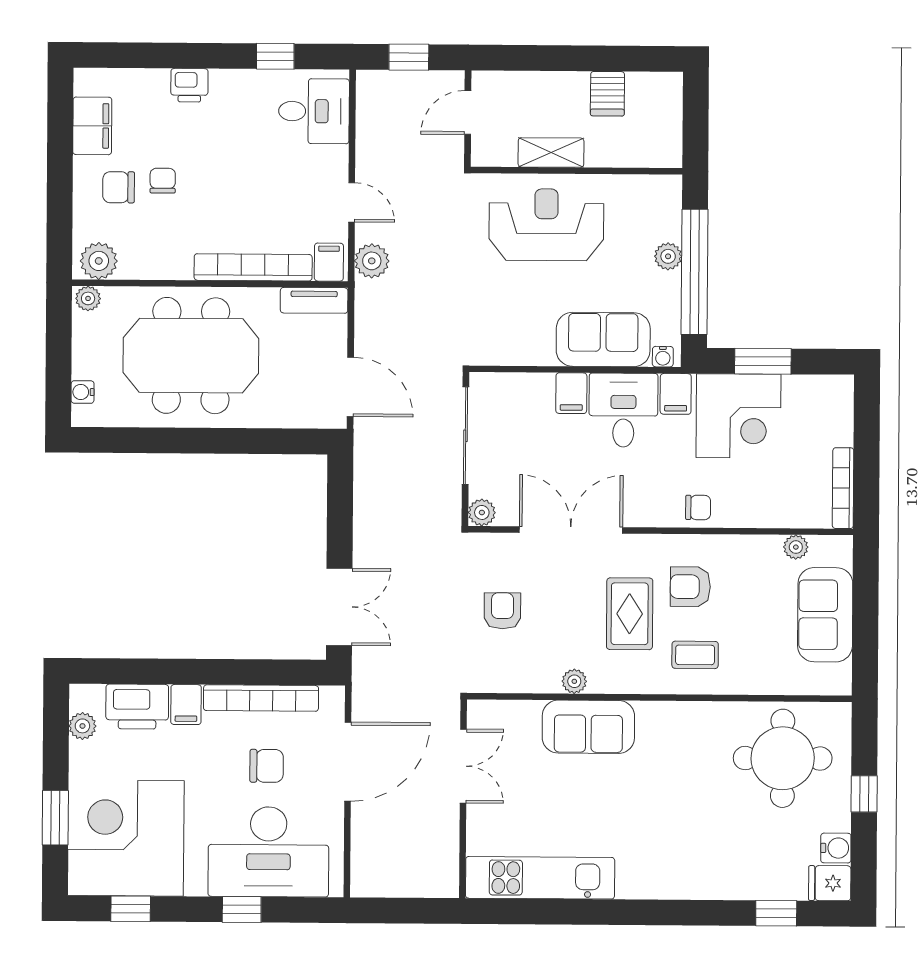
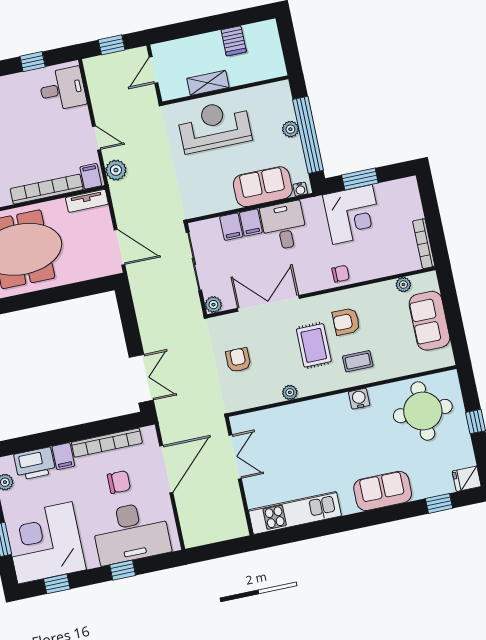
filing cabinet: (676, 394) -> (231, 227), moved
sofa: (588, 727) -> (383, 491), moved, turned 180
water cooler: (836, 848) -> (359, 399), moved, turned -90

